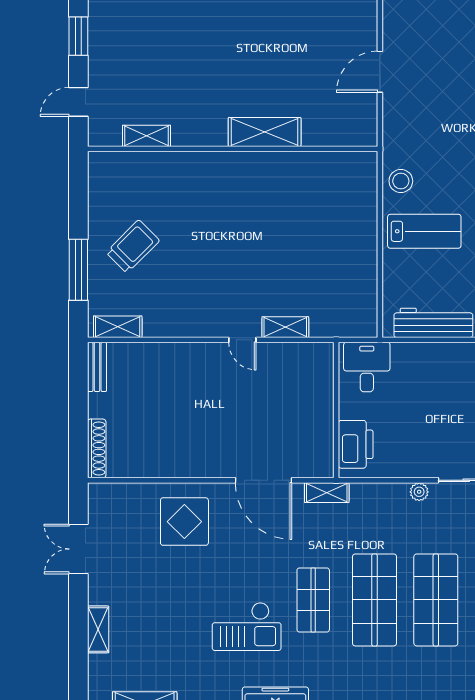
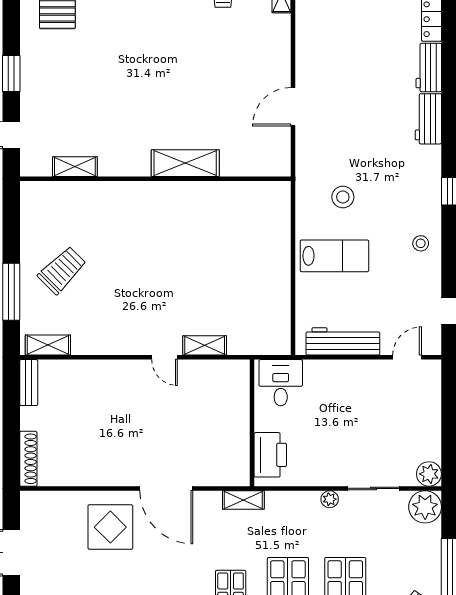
stool: (401, 181) -> (343, 197), moved
door: (263, 480) -> (166, 488), moved

